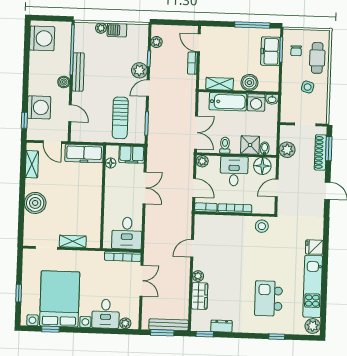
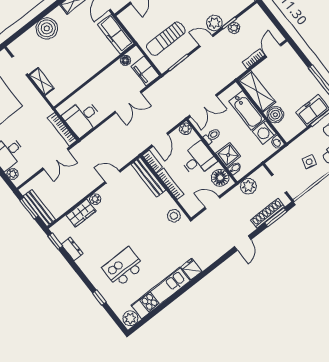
plant: (156, 42) -> (234, 28), moved
shelving: (220, 84) -> (257, 91), width x1.50, depth x1.33
bench: (216, 221) -> (148, 177), added

